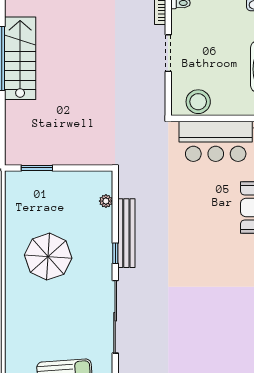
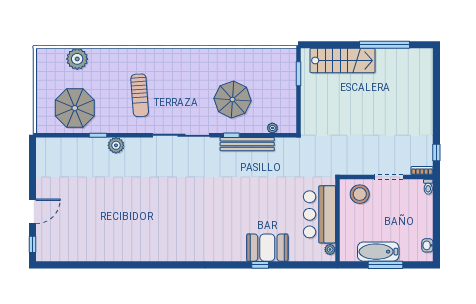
stairs: (20, 58) -> (342, 60), moved
stool: (198, 102) -> (360, 194), moved
parasol: (48, 257) -> (232, 100), moved

